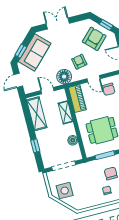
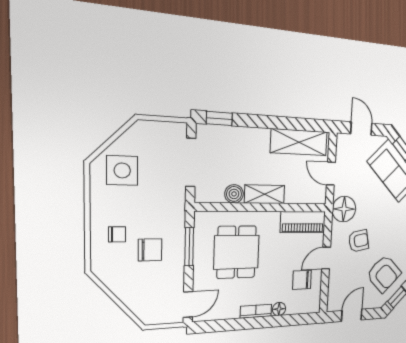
door: (47, 91) -> (331, 174), swing flipped
shelving: (66, 112) -> (265, 194), moved
window: (35, 146) -> (219, 118), moved
side table: (65, 191) -> (122, 170), moved

